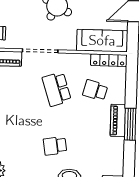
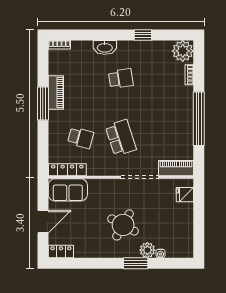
sofa: (102, 41) -> (68, 190), width x0.73
piano: (118, 120) -> (56, 92), moved

